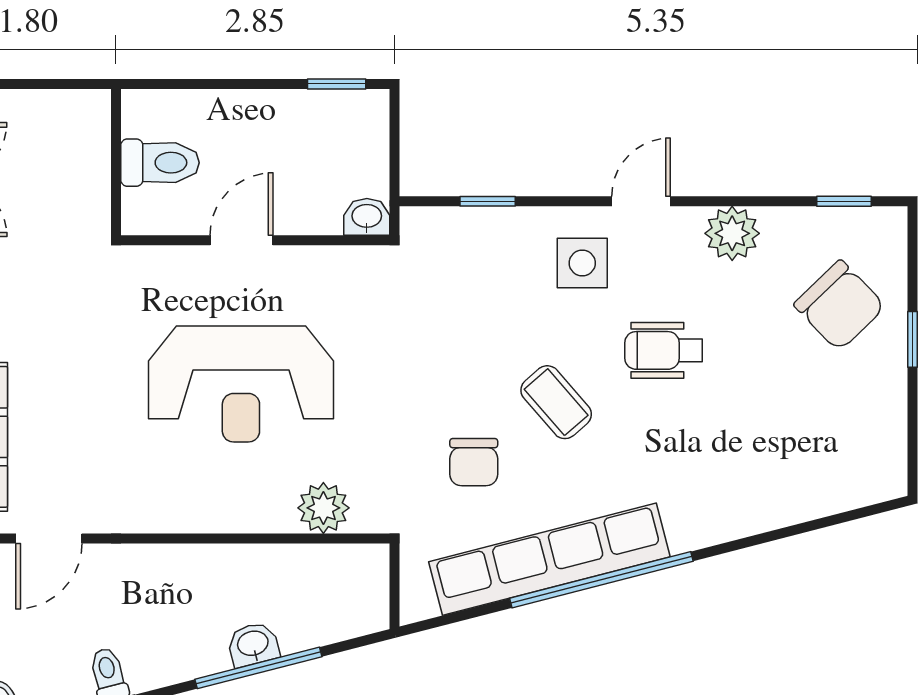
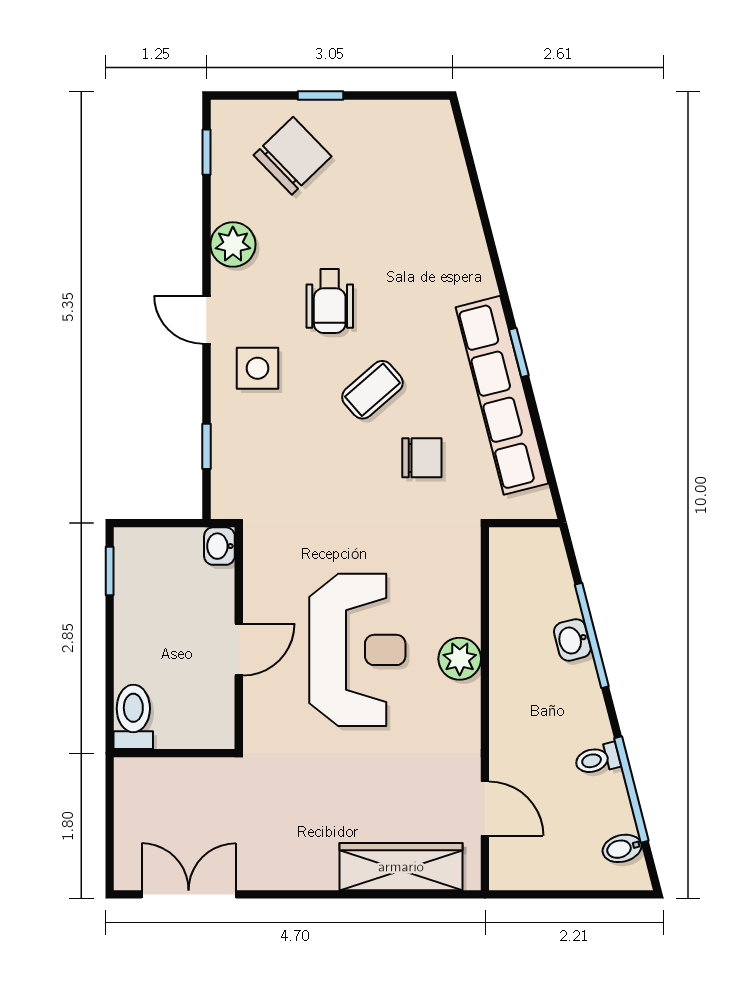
toilet: (160, 163) -> (133, 717), moved
door: (241, 240) -> (239, 650), swing flipped
plant: (323, 508) -> (460, 659), moved
window: (601, 580) -> (519, 352), width x0.32

